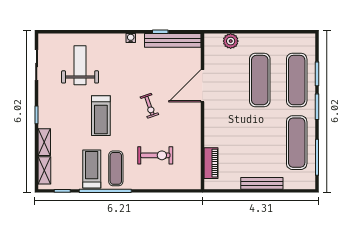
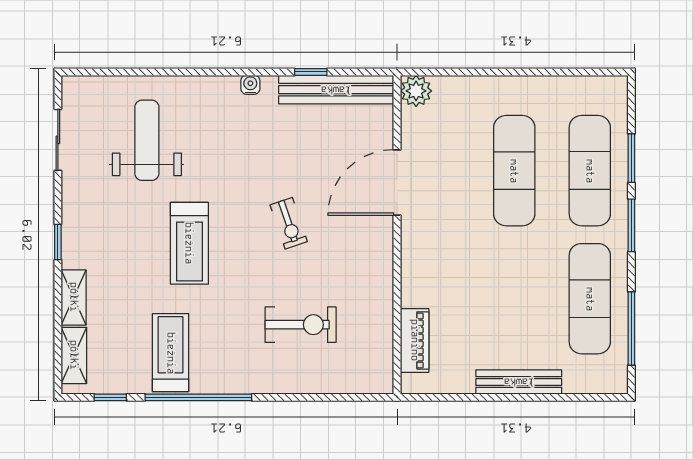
plant: (231, 41) -> (416, 91), moved
exercise mat: (116, 168) -> (220, 351), removed

